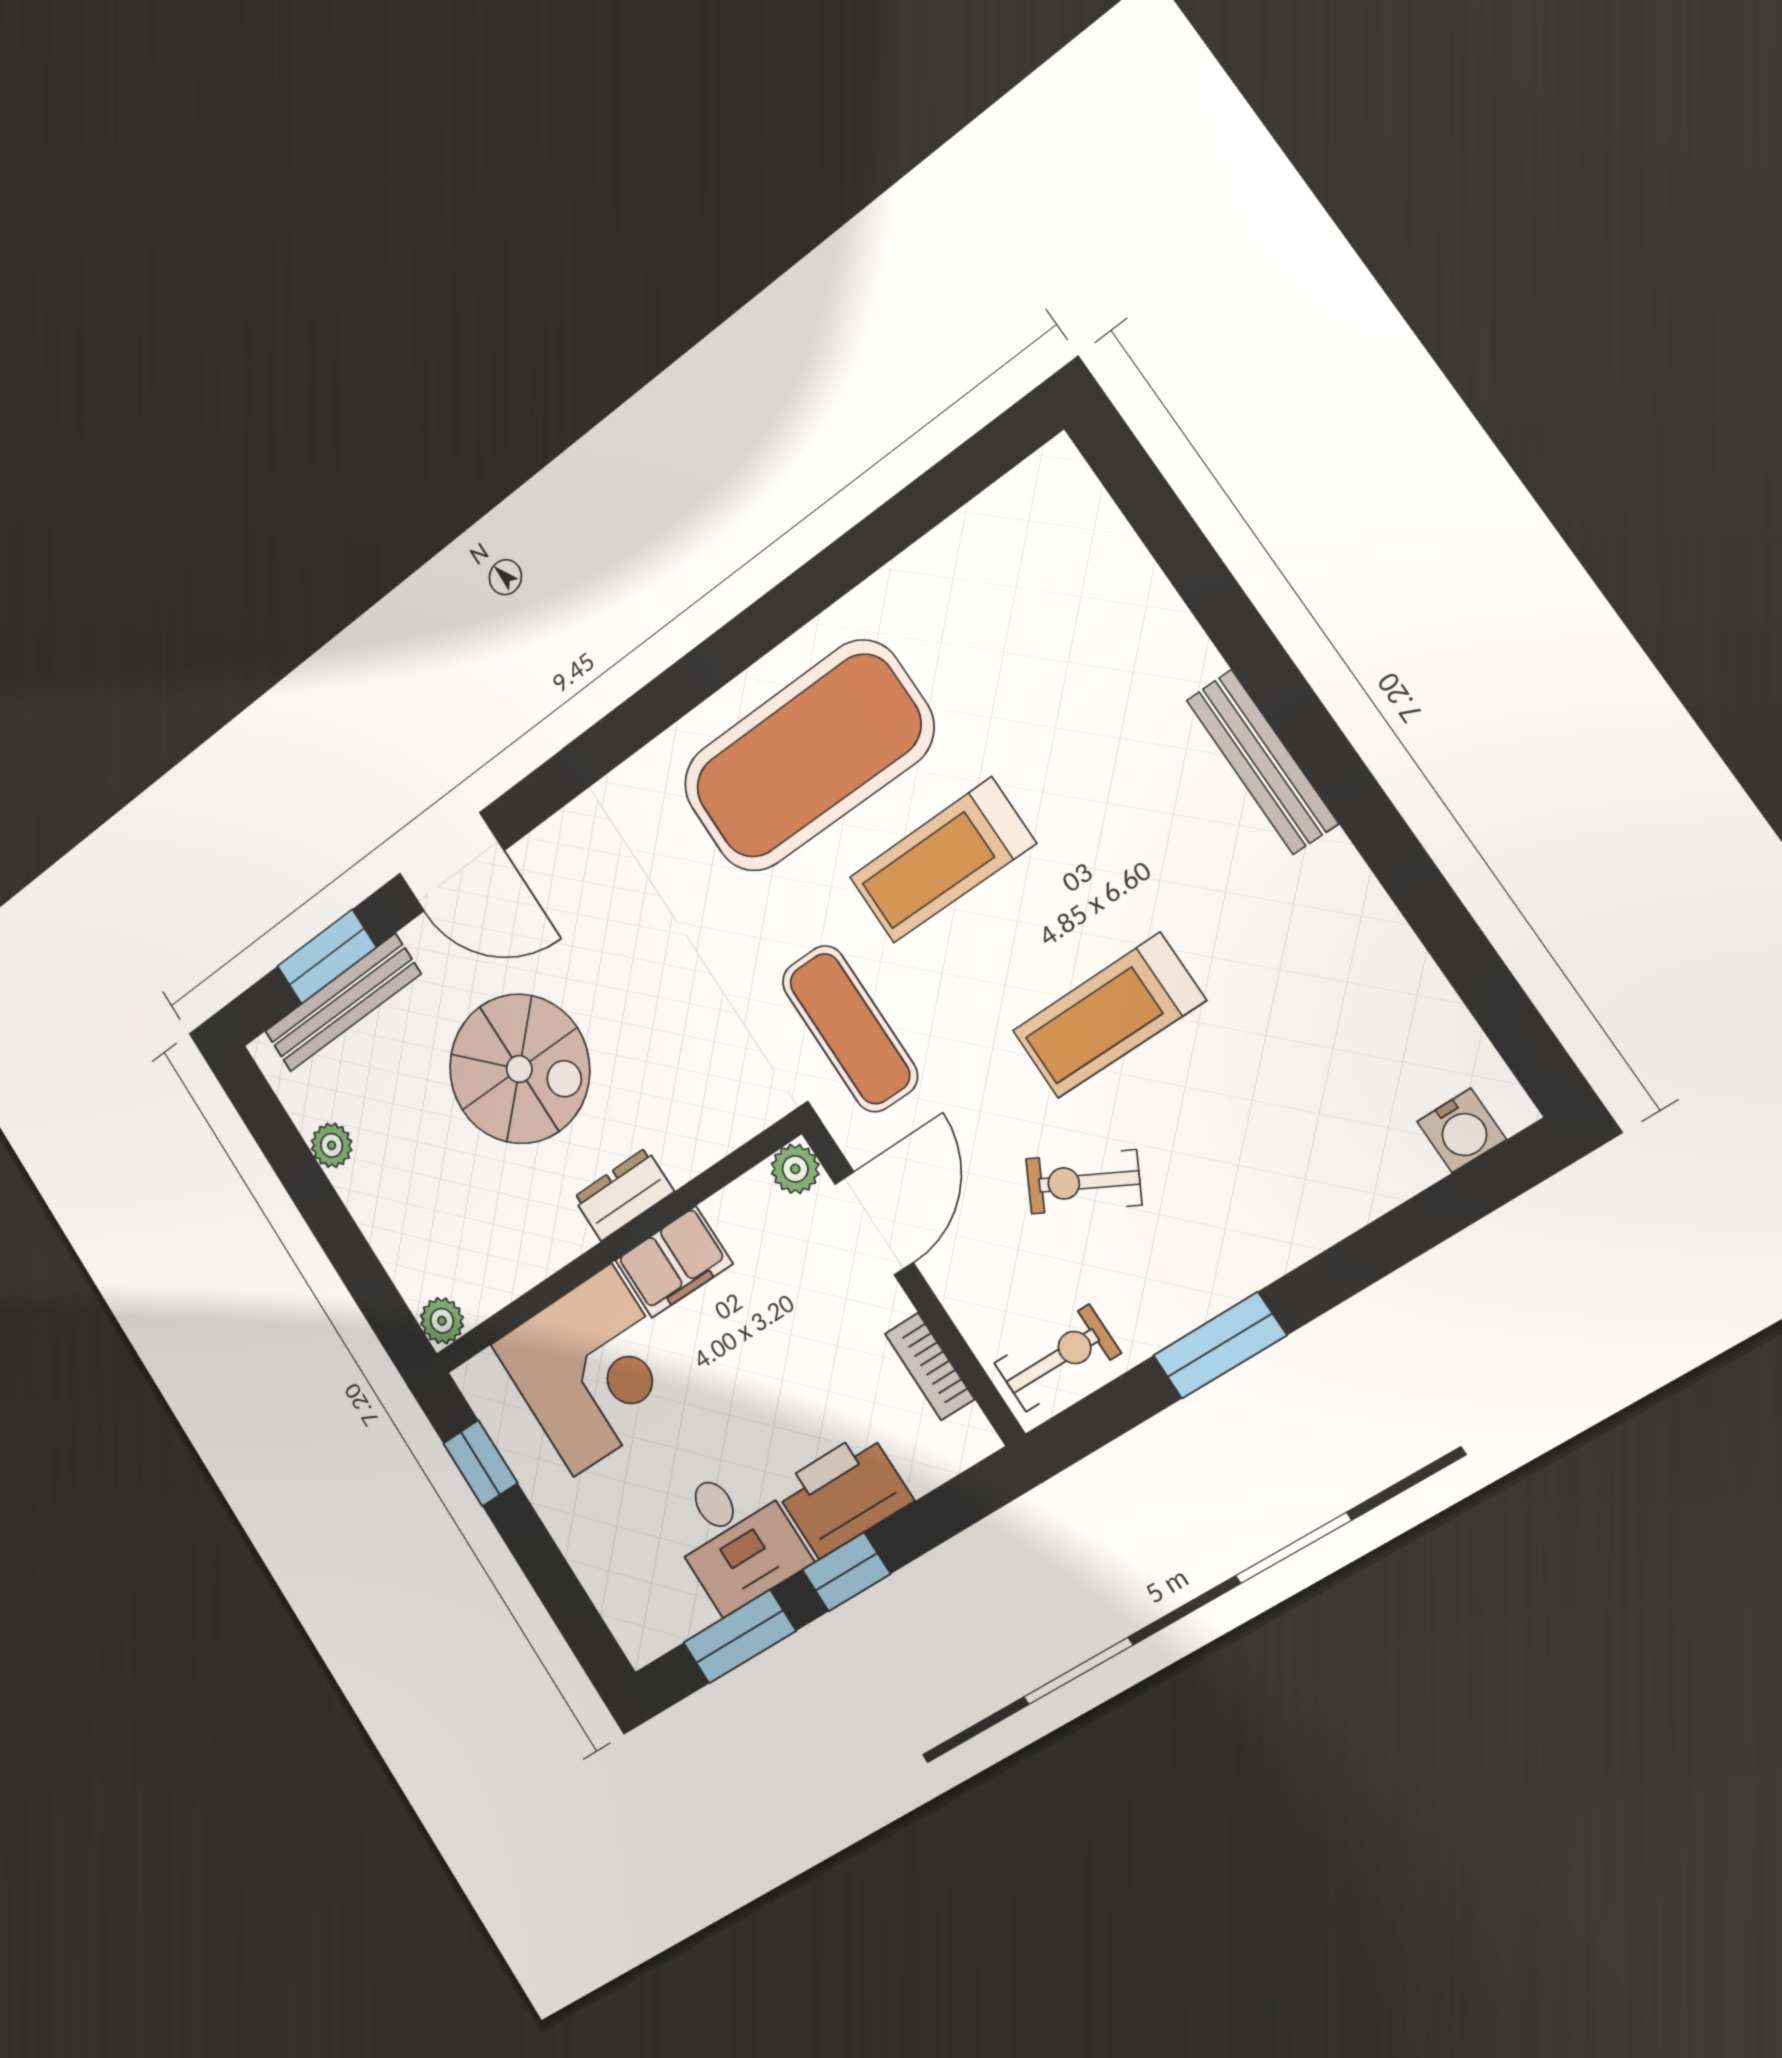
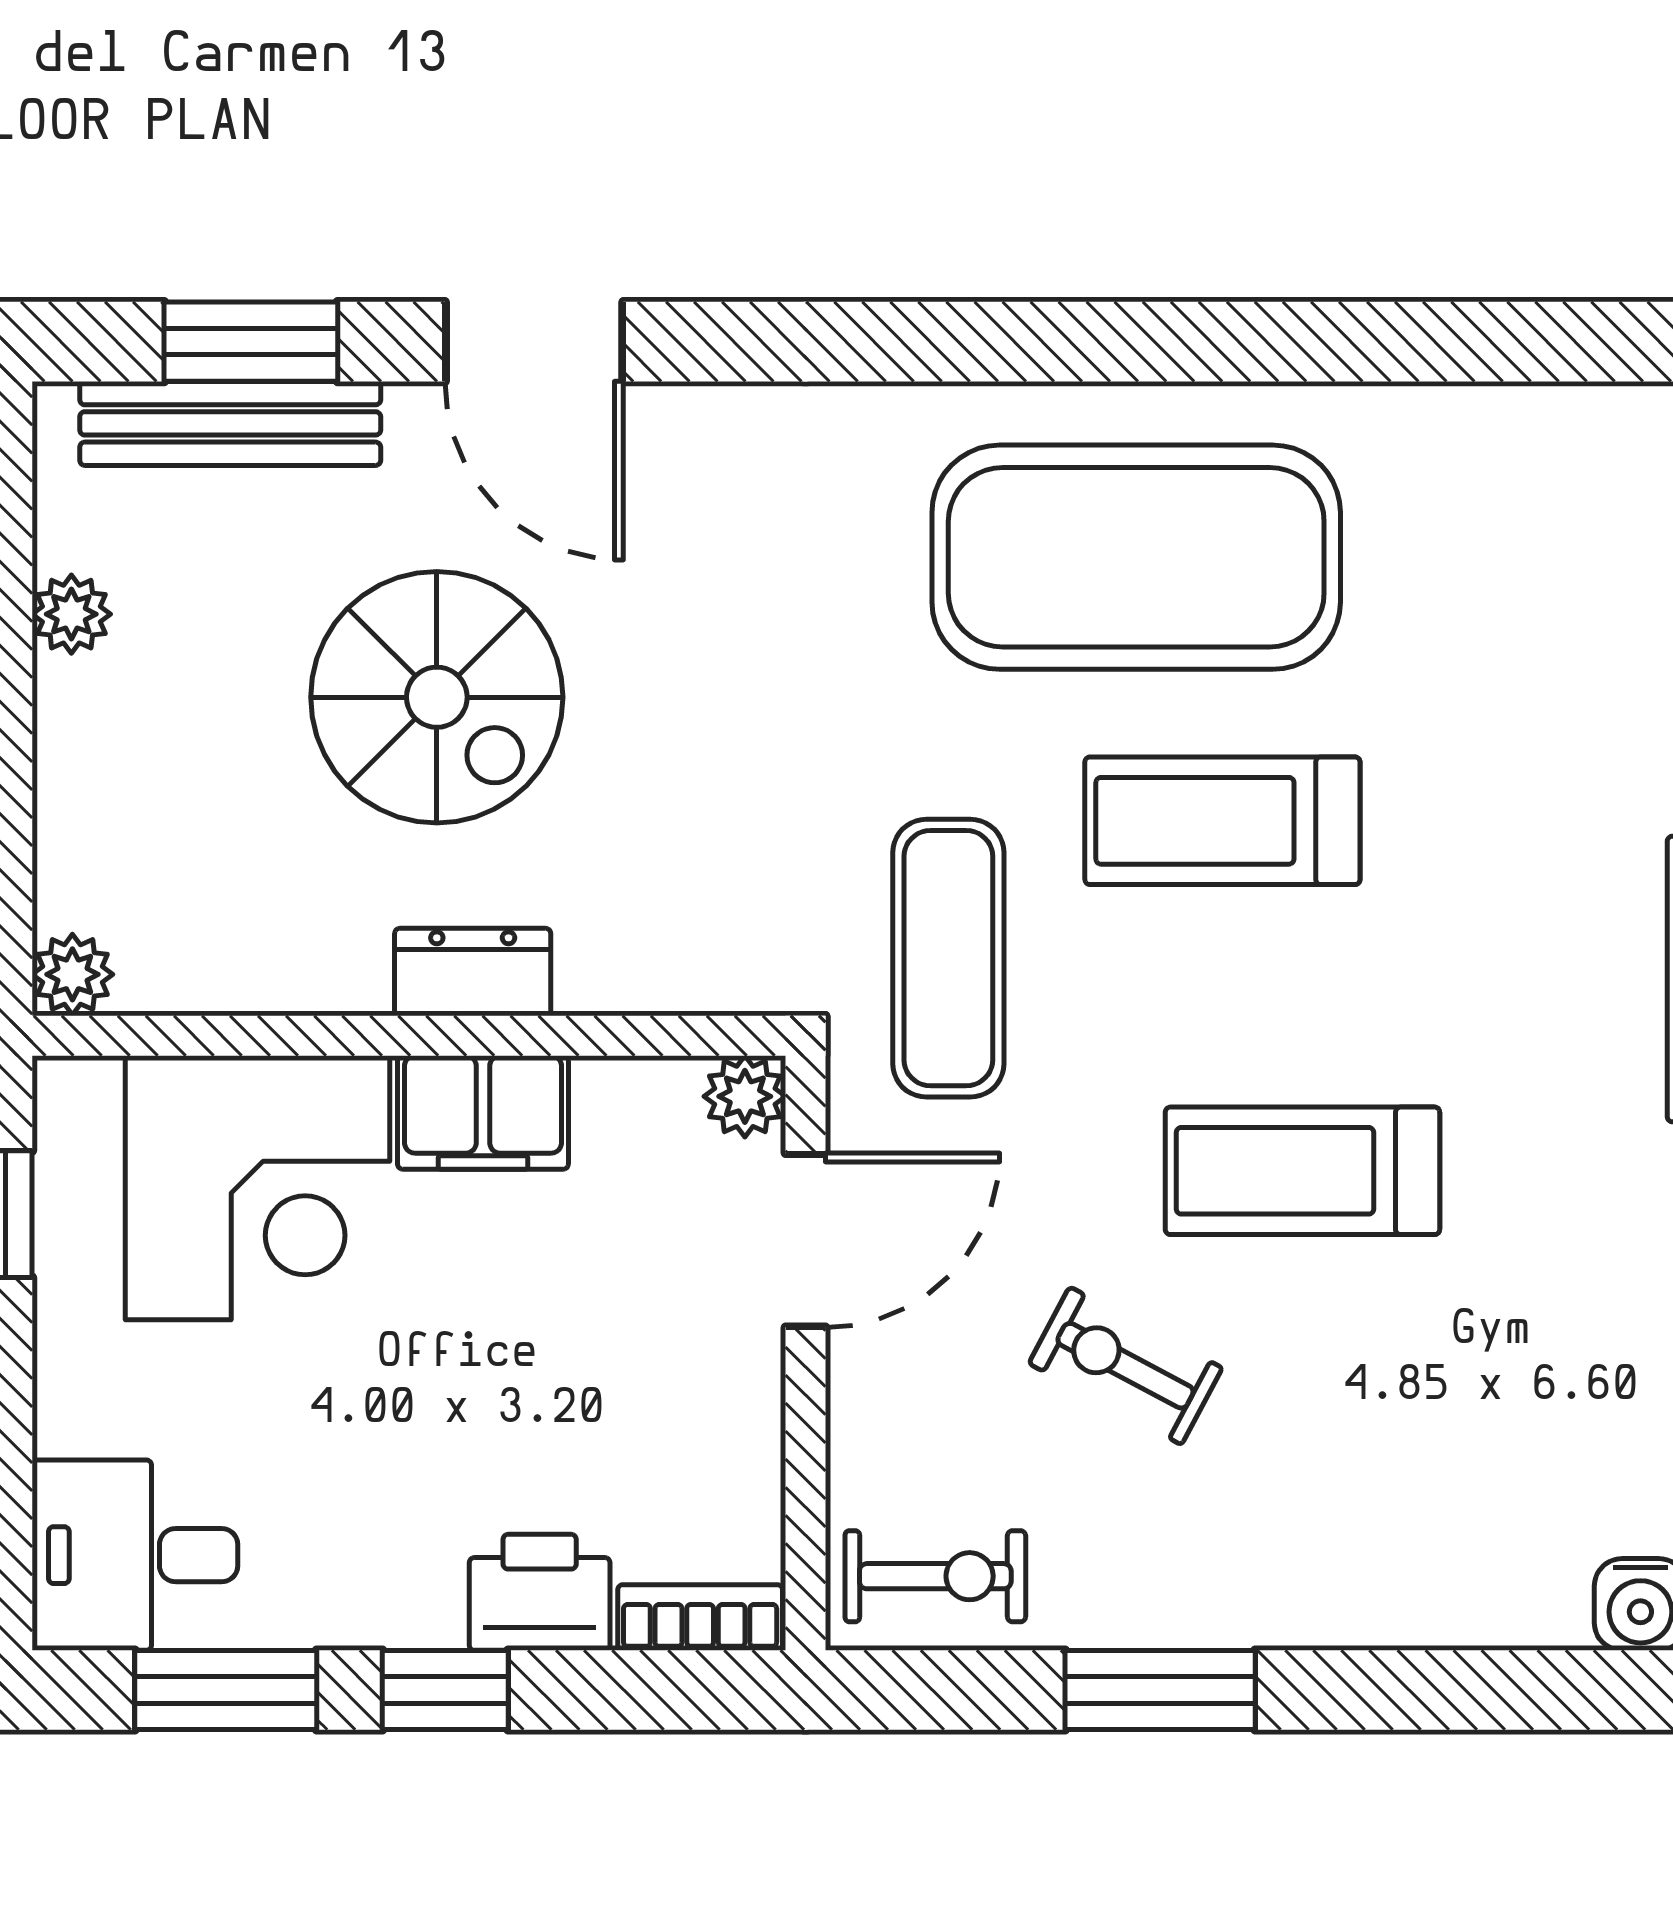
bookcase: (930, 1367) -> (700, 1618), moved, turned 90
printer: (843, 1494) -> (540, 1592), width x0.73, depth x0.84
desk: (735, 1537) -> (135, 1555), moved, turned 90

